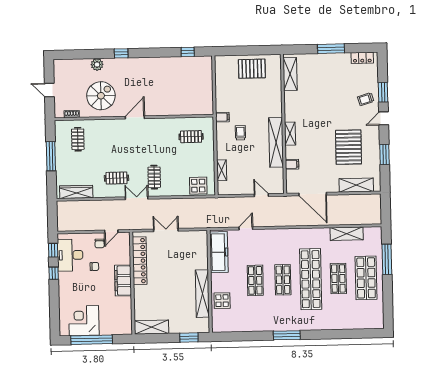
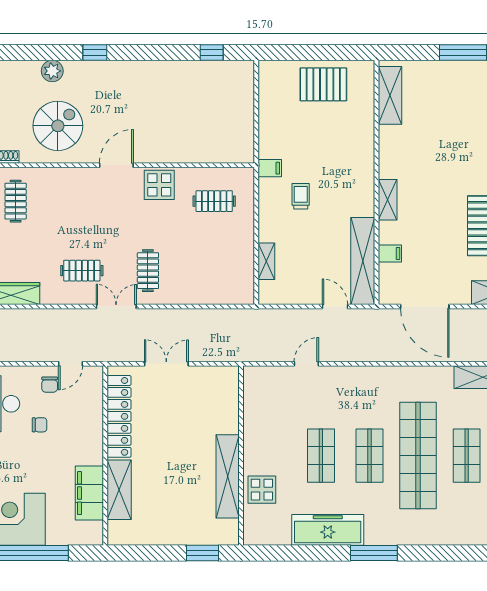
shelving: (276, 142) -> (363, 261), moved
display table: (198, 186) -> (159, 185), moved
freezer: (219, 252) -> (328, 530), moved, turned -90
filing cabinet: (123, 281) -> (89, 493), moved
shelving: (151, 327) -> (119, 490), moved, turned 90

